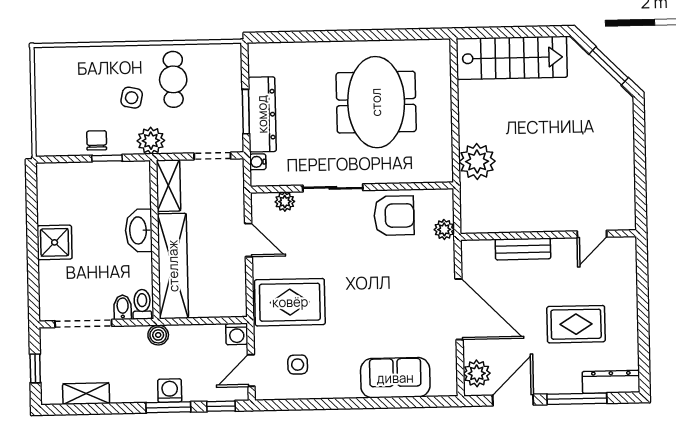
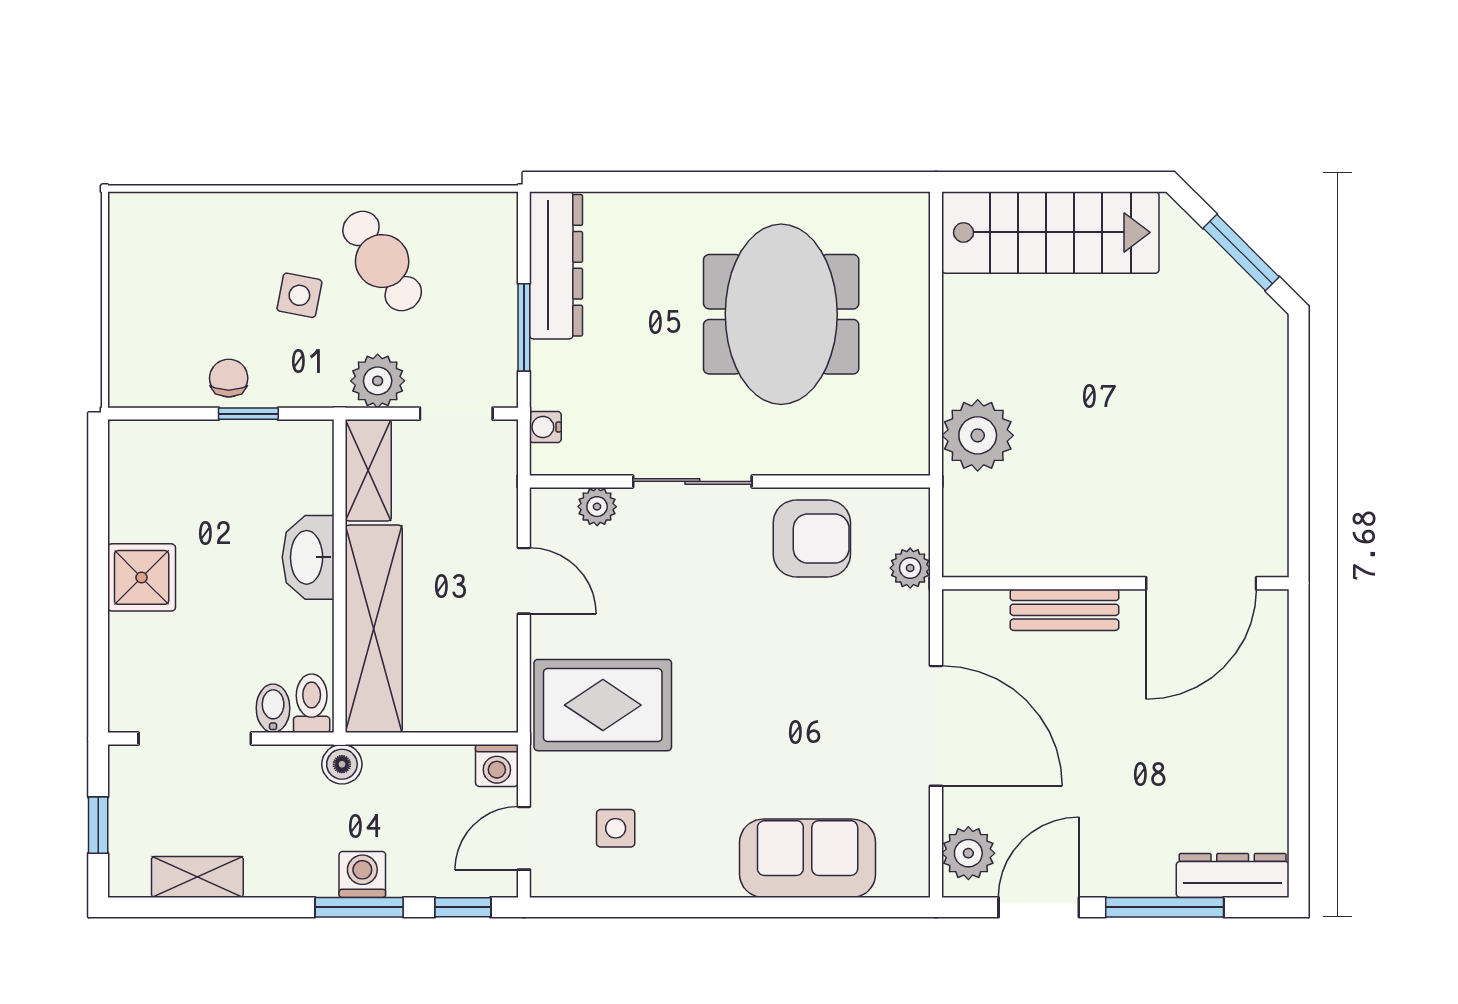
cafe table: (173, 79) -> (382, 261), turned -33
dresser: (262, 114) -> (556, 265), moved
plant: (151, 141) -> (378, 381), moved
door: (592, 234) -> (1201, 583), width x1.88
rug: (576, 324) -> (1166, 760), removed

